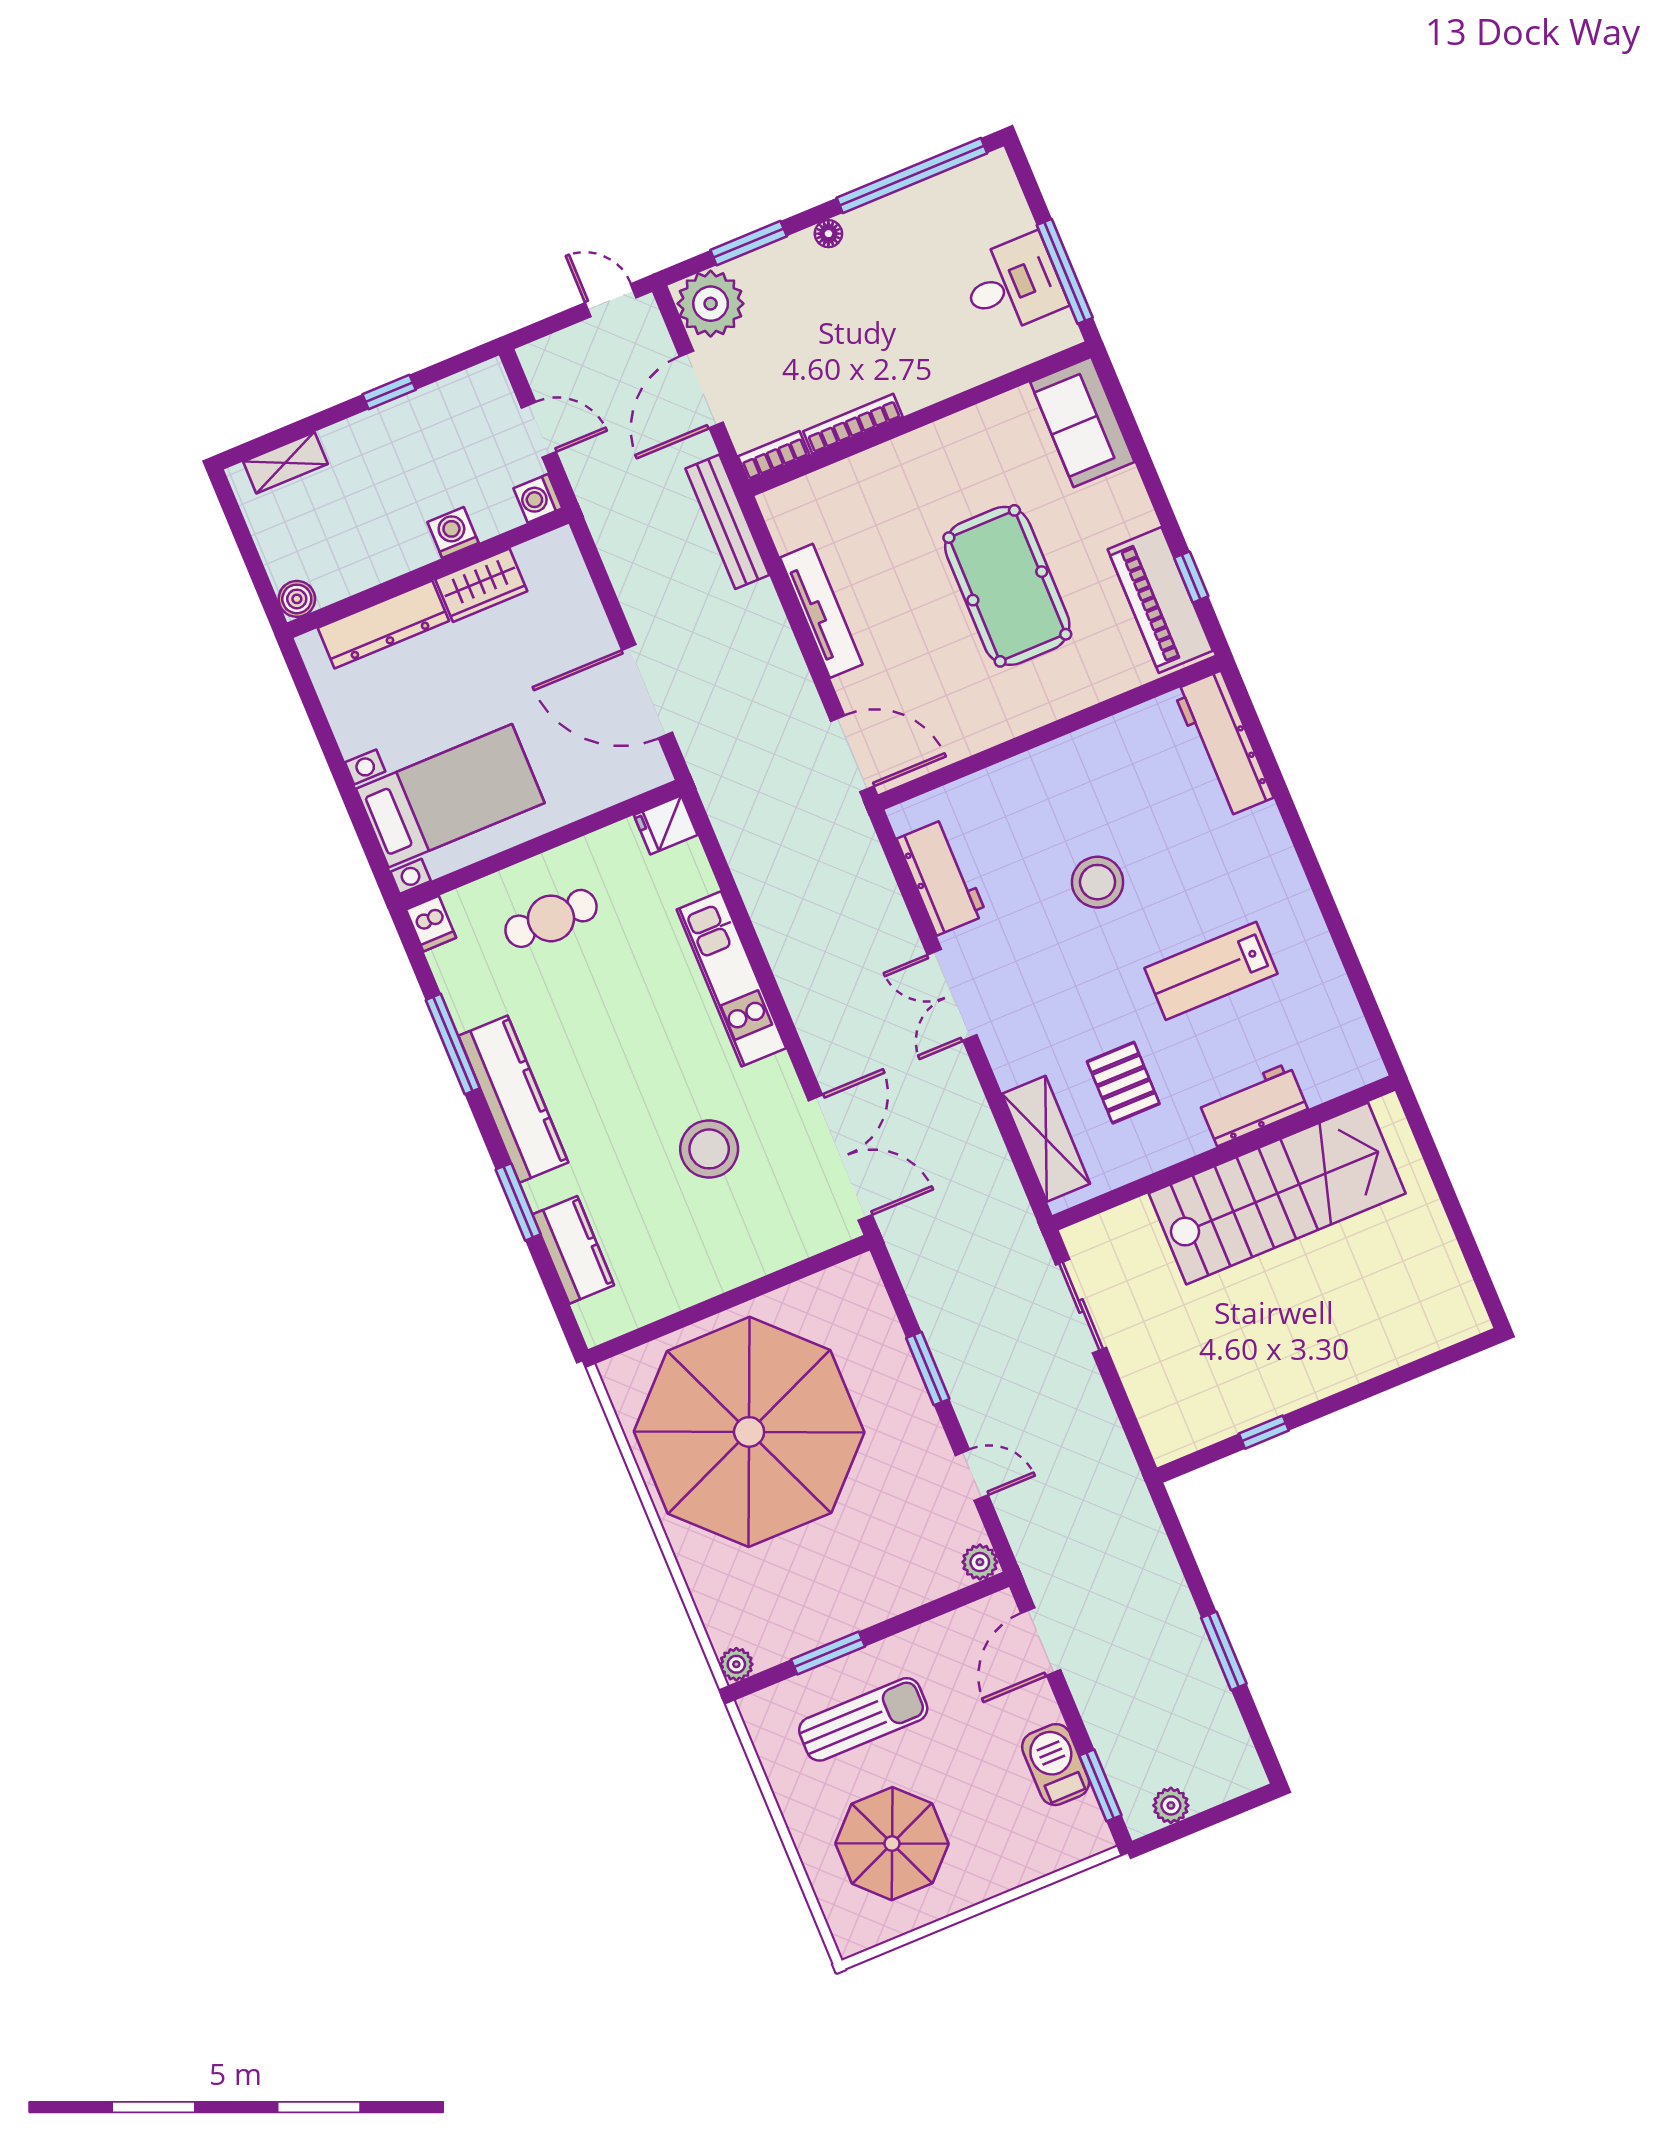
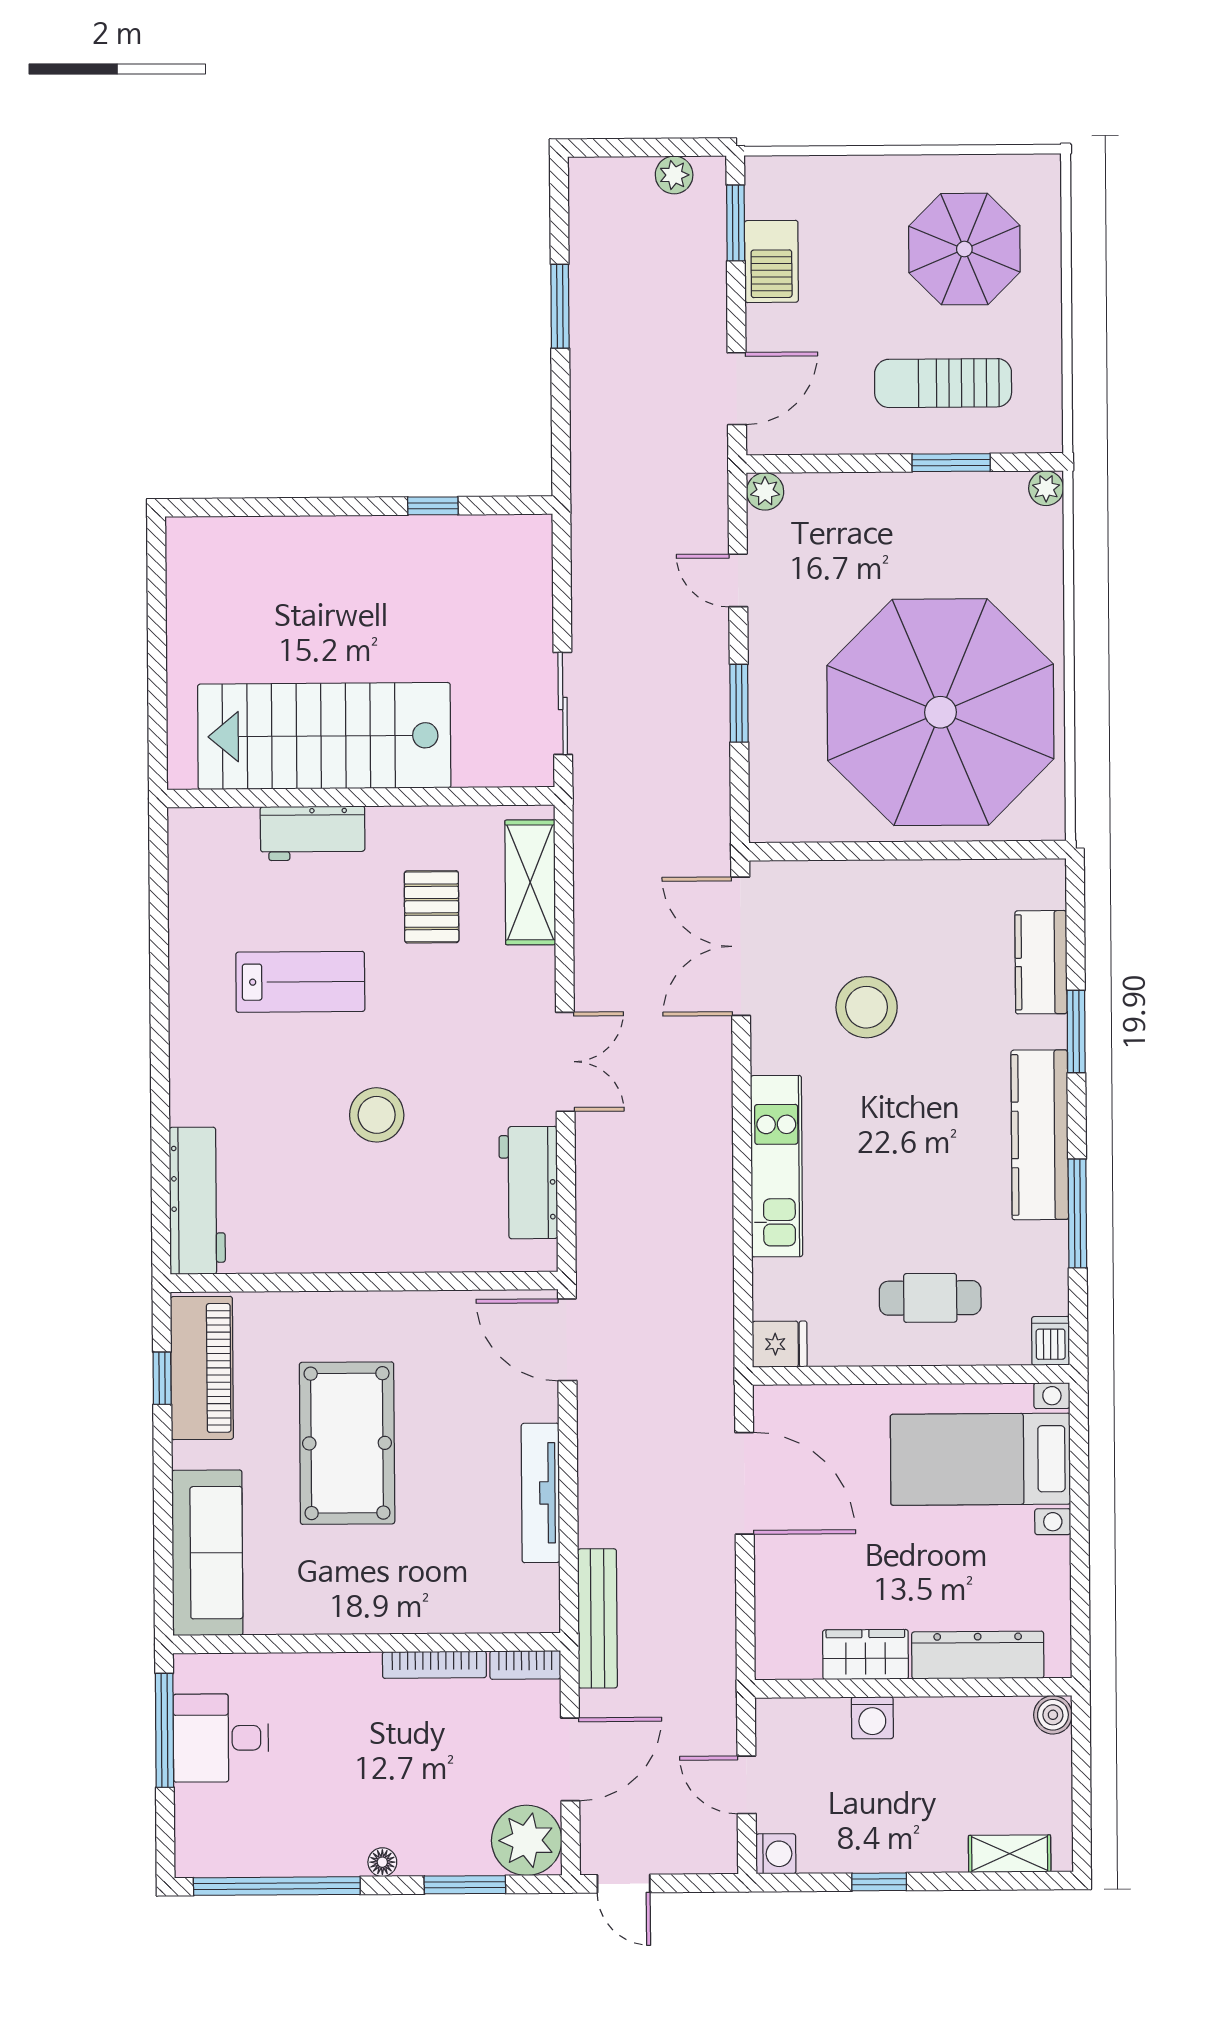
sofa: (1082, 422) -> (207, 1553), width x1.36
washing machine: (538, 498) -> (776, 1854), moved

